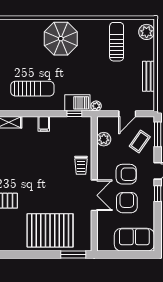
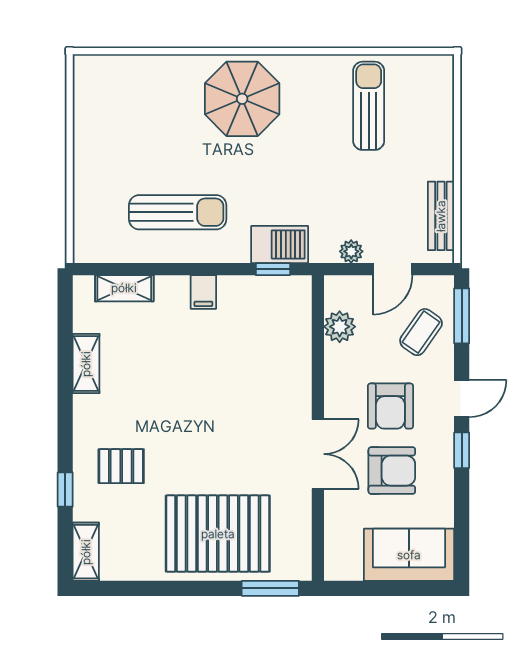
plant: (147, 32) -> (436, 84), removed
bench: (148, 76) -> (441, 216), moved
plant: (96, 106) -> (351, 251), moved
trolley: (81, 165) -> (288, 386), removed
armchair: (126, 174) -> (390, 406), turned 90
armchair: (127, 203) -> (392, 471), turned 90

